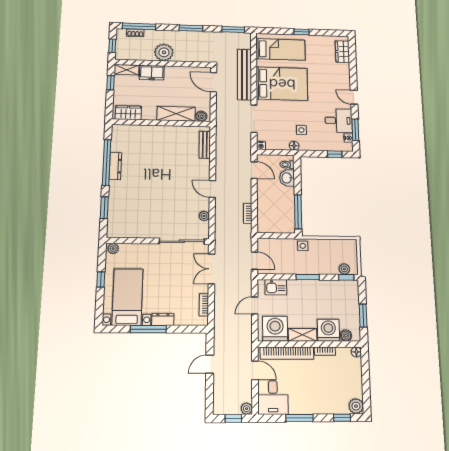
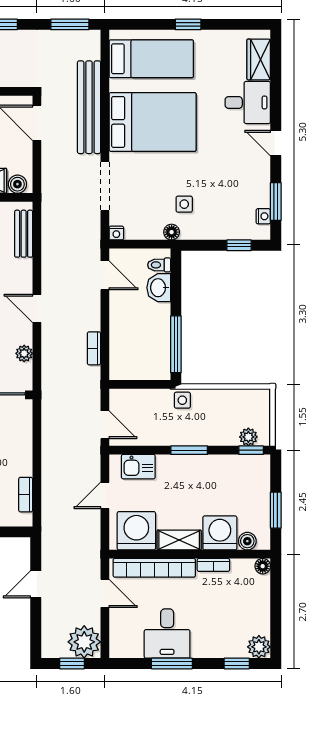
desk: (339, 121) -> (248, 102), moved
double door: (211, 269) -> (37, 439), removed
desk: (273, 398) -> (167, 634), moved
plant: (247, 409) -> (84, 642), width x1.88, depth x1.88

